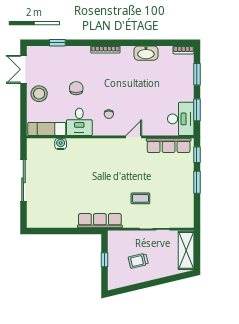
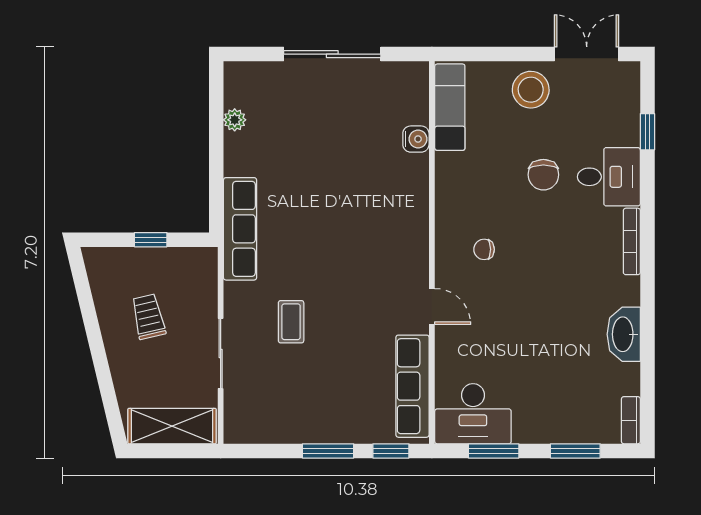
chair: (76, 88) -> (543, 175), turned 90
desk: (79, 122) -> (609, 177), moved, turned 180
plant: (52, 223) -> (235, 120), added

